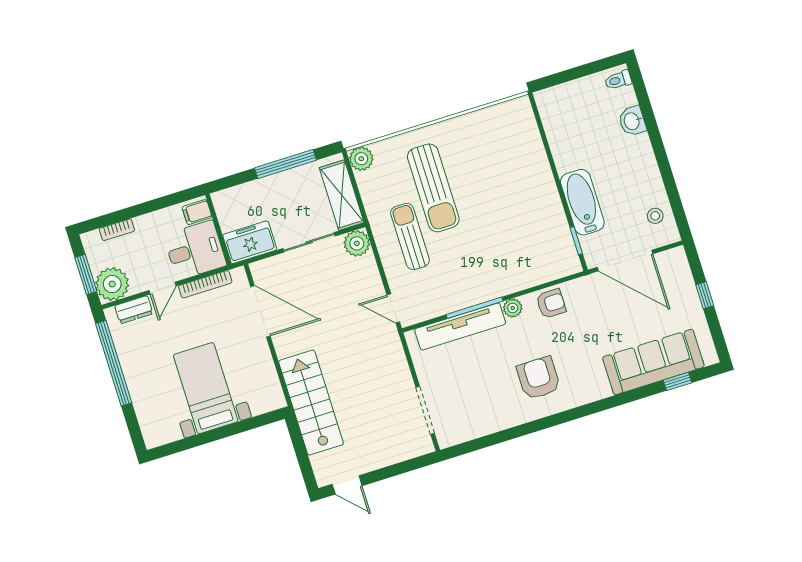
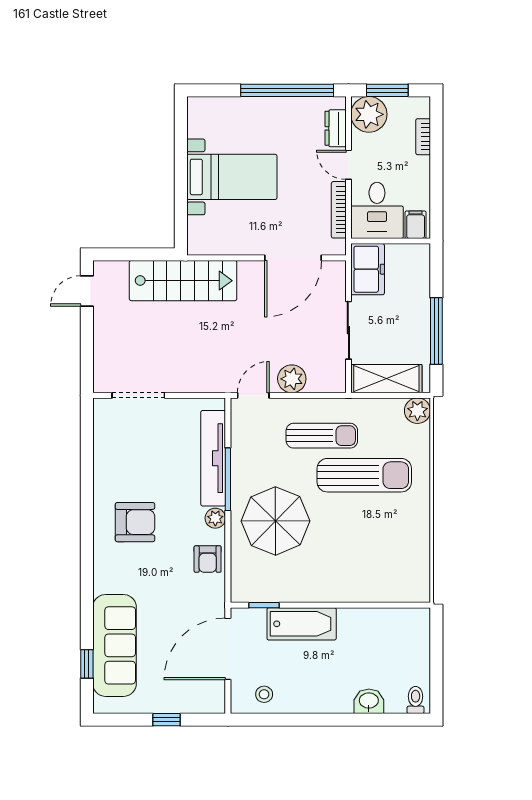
sun lounger: (433, 188) -> (364, 475), turned 180
plant: (357, 243) -> (292, 379), moved
parasol: (498, 254) -> (275, 521), added

